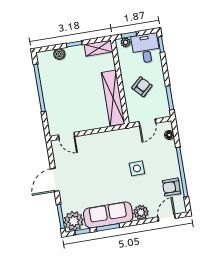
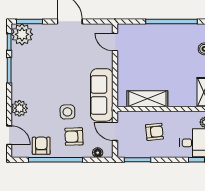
armchair: (142, 87) -> (154, 132), turned -53
shelving: (113, 98) -> (147, 99), width x0.68
door: (67, 136) -> (115, 42), hinge flipped
armchair: (158, 159) -> (74, 137), added
sofa: (108, 215) -> (102, 95), moved, turned 180

